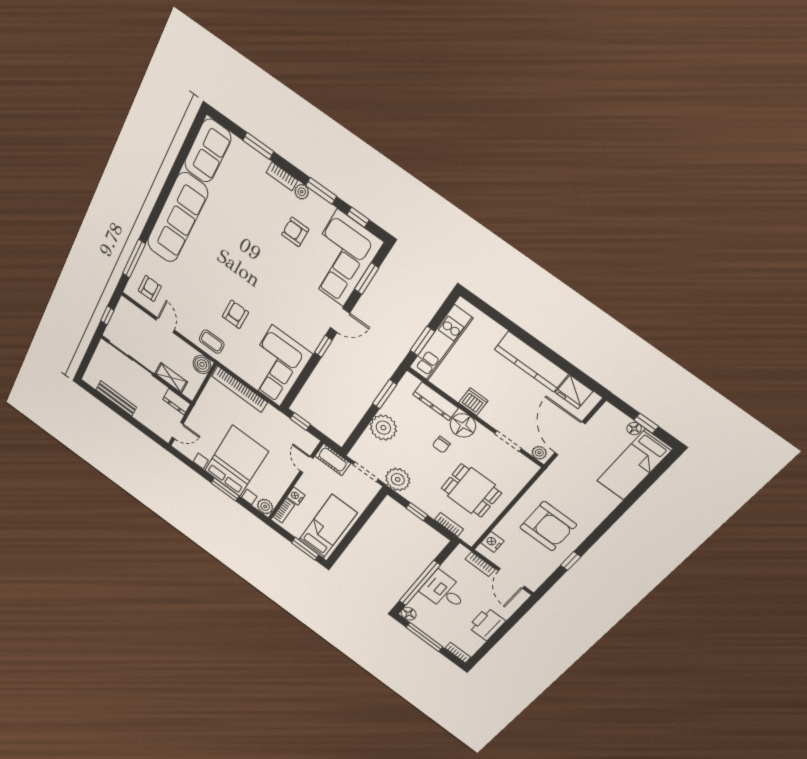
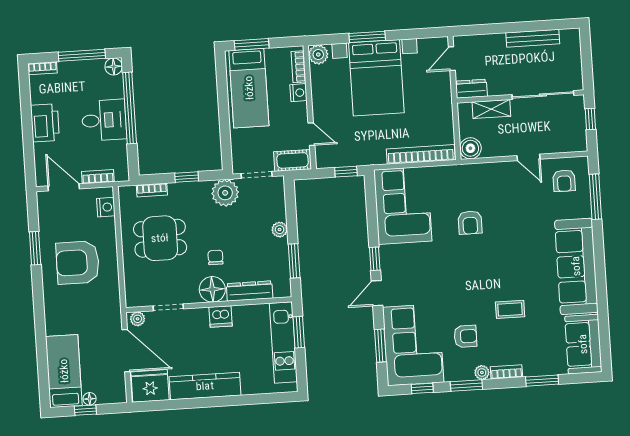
coffee table: (212, 342) -> (510, 309), moved
fridge: (574, 392) -> (150, 386), width x1.36, depth x1.34
plant: (383, 428) -> (280, 230), width x0.53, depth x0.53
window: (571, 561) -> (35, 248), width x1.50

